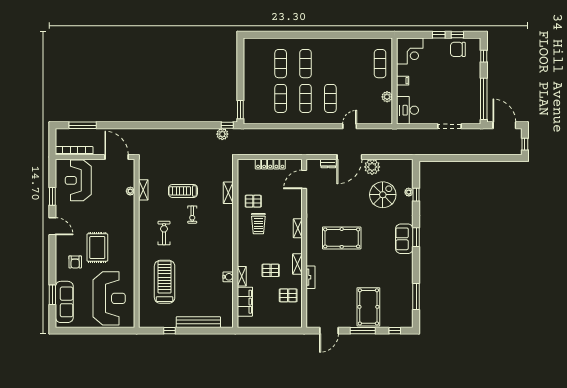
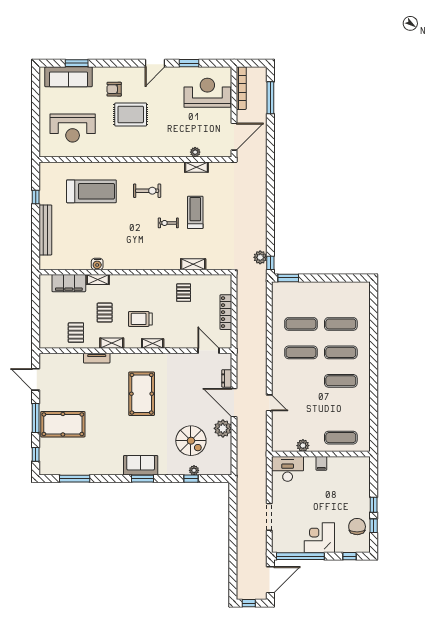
corner desk: (410, 51) -> (319, 538), moved, turned 90
exercise mat: (330, 98) -> (341, 381), moved
trolley: (258, 224) -> (140, 319), moved
reception desk: (109, 298) -> (73, 128), width x0.74, depth x0.77

